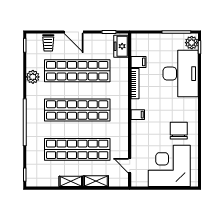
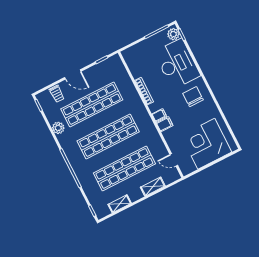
freezer: (121, 46) -> (117, 66), removed
filing cabinet: (138, 62) -> (165, 124), moved
chair: (179, 131) -> (193, 97), moved
shelving: (71, 181) -> (120, 204), moved

